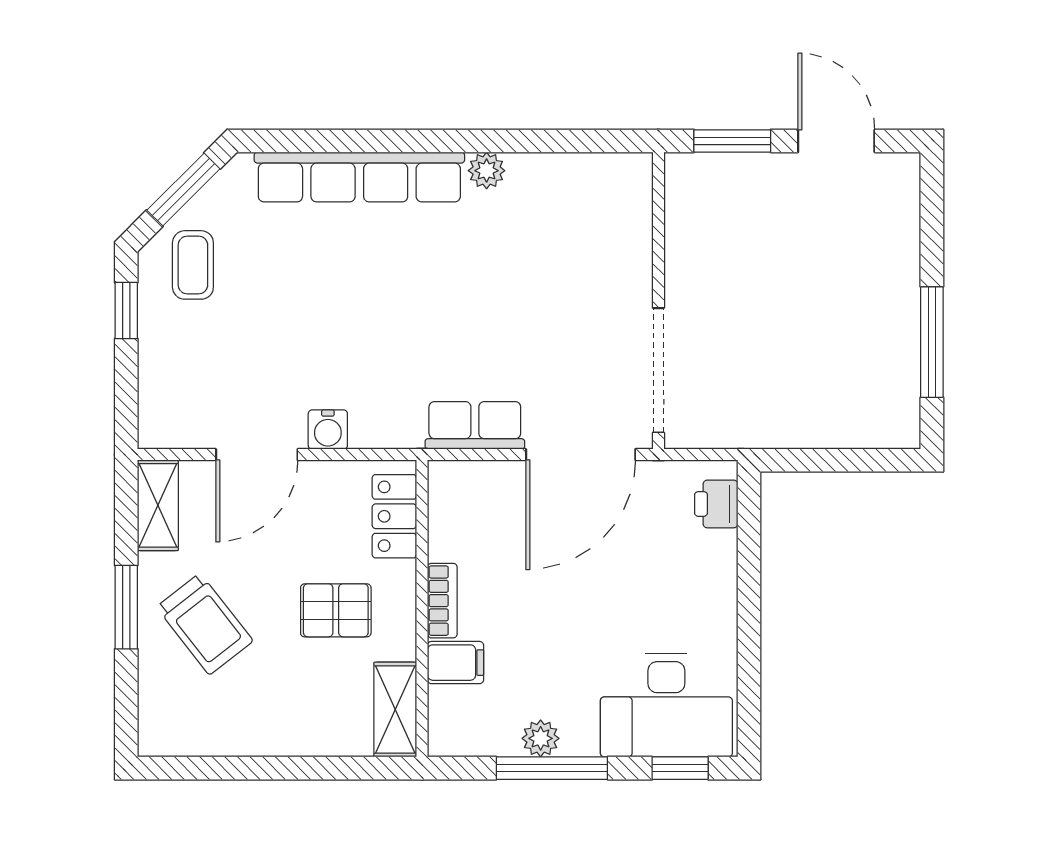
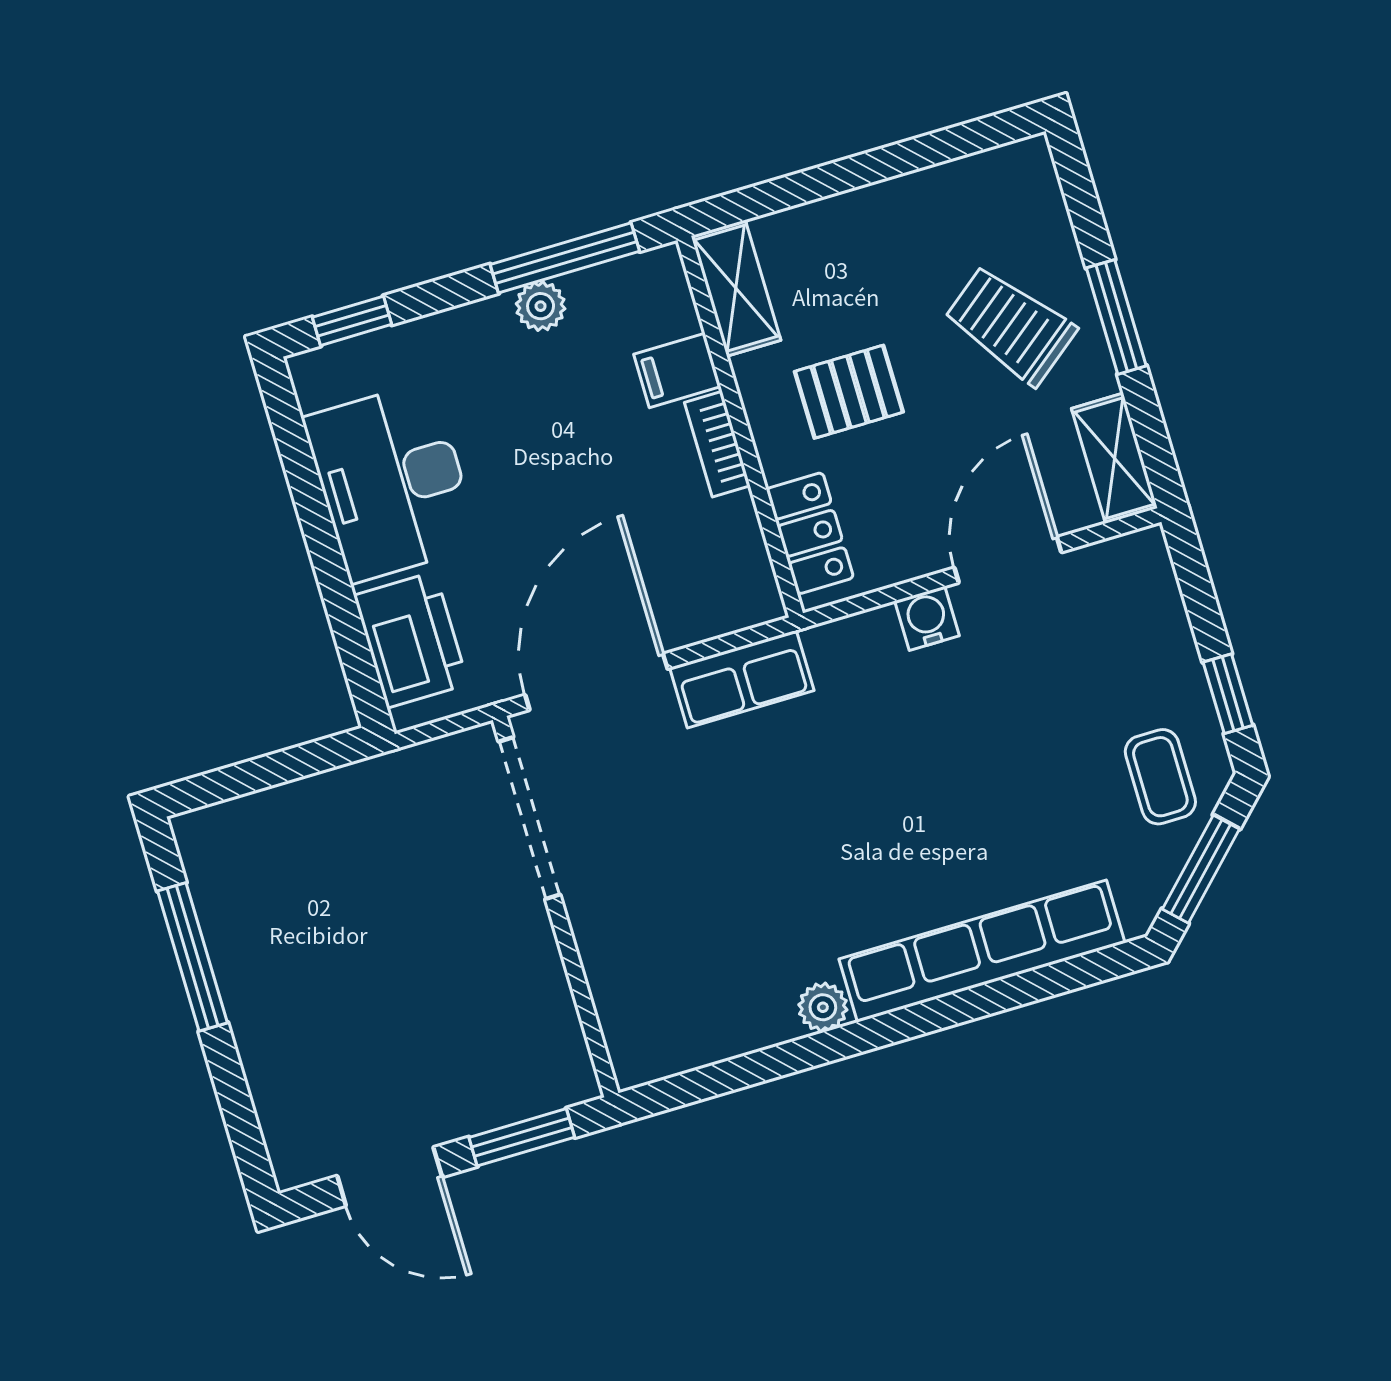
printer: (716, 504) -> (411, 640), width x1.87, depth x1.48
desk: (666, 705) -> (392, 482), moved, turned -90
window: (552, 768) -> (565, 258), moved

